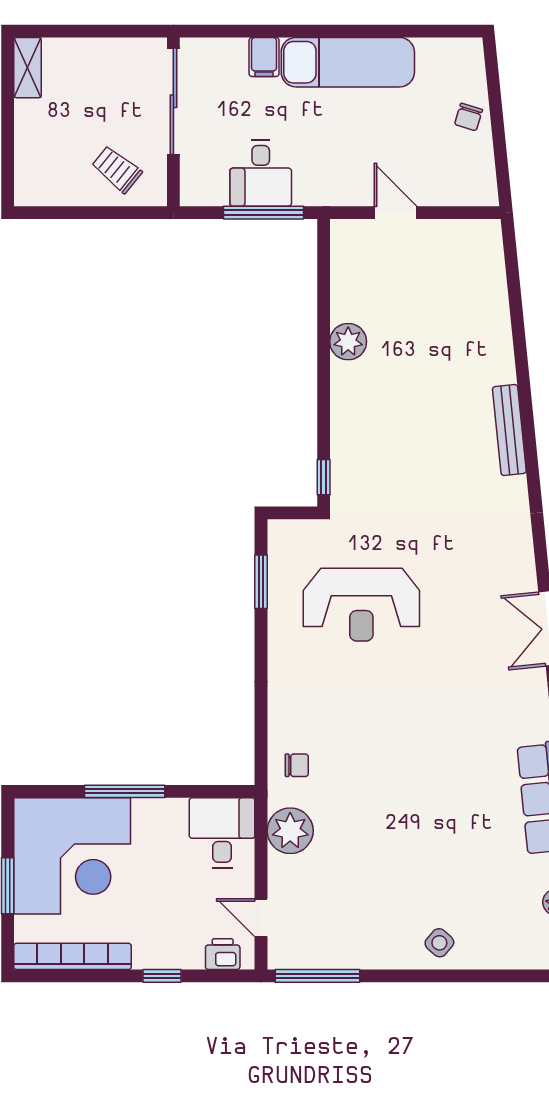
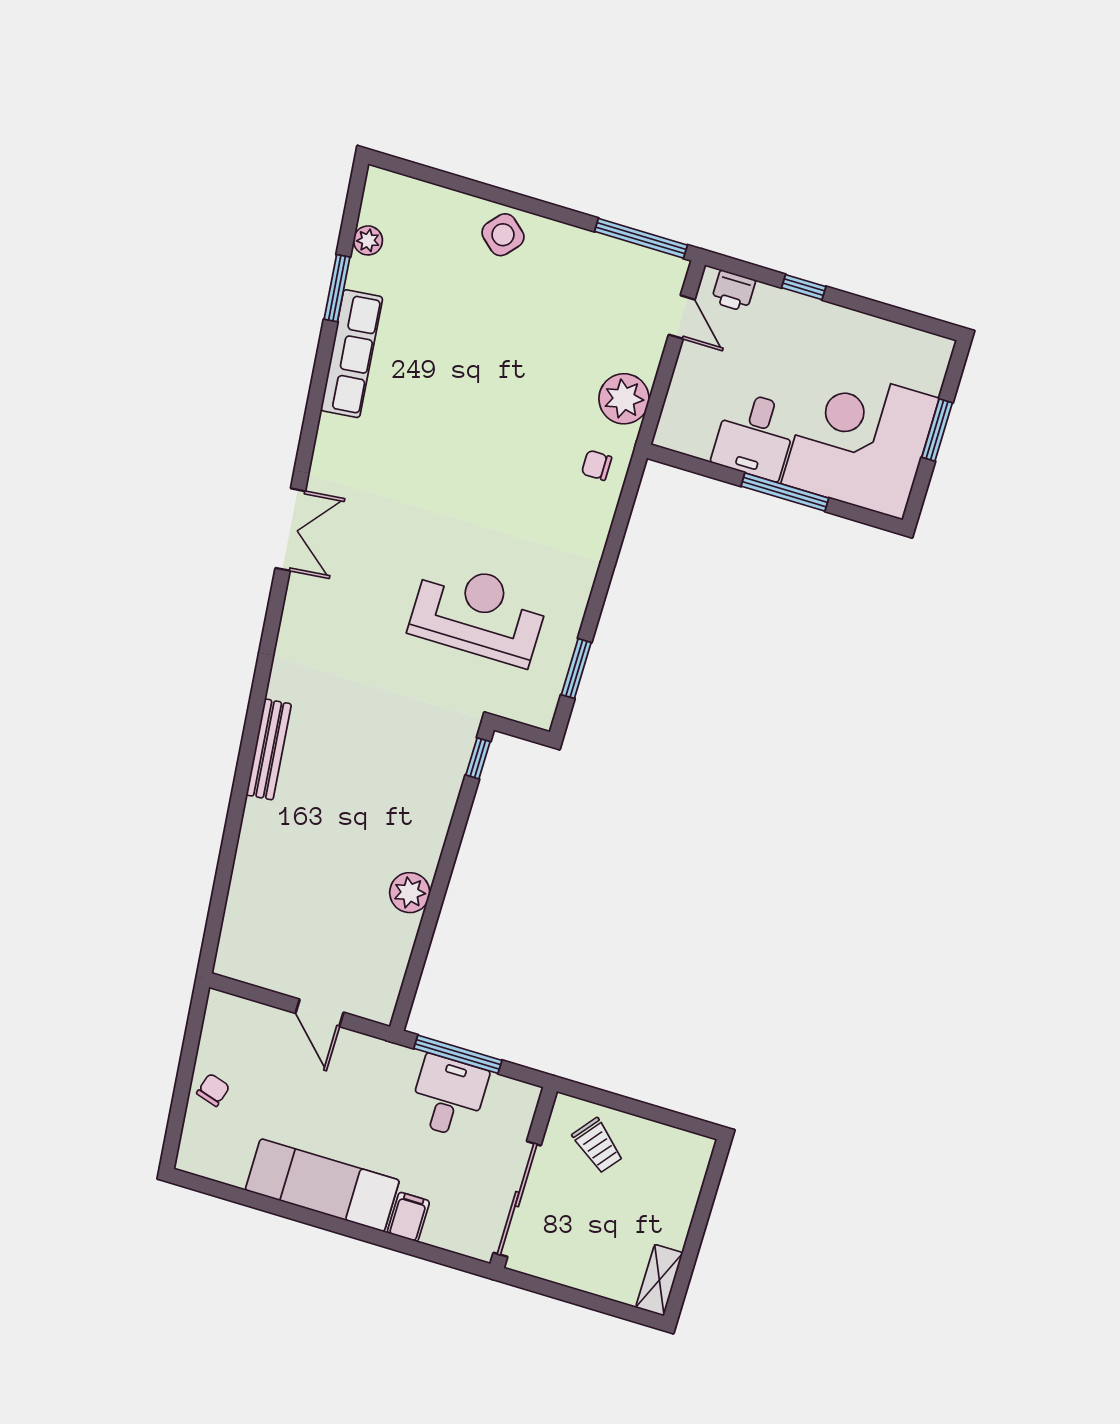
desk: (222, 833) -> (755, 436), moved
side table: (439, 943) -> (503, 235), width x1.37, depth x1.37
bookcase: (72, 956) -> (891, 336), removed

